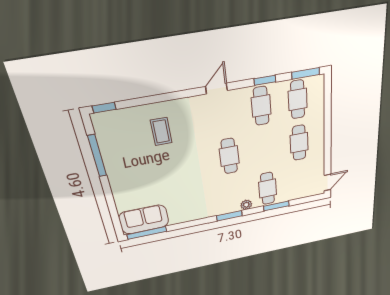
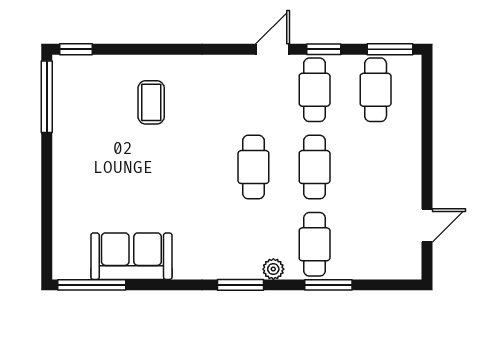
door: (216, 88) -> (273, 49), moved
cafe table: (299, 143) -> (315, 167), moved
window: (97, 156) -> (47, 97), moved
door: (327, 182) -> (427, 226), moved
sofa: (144, 219) -> (131, 256), moved

